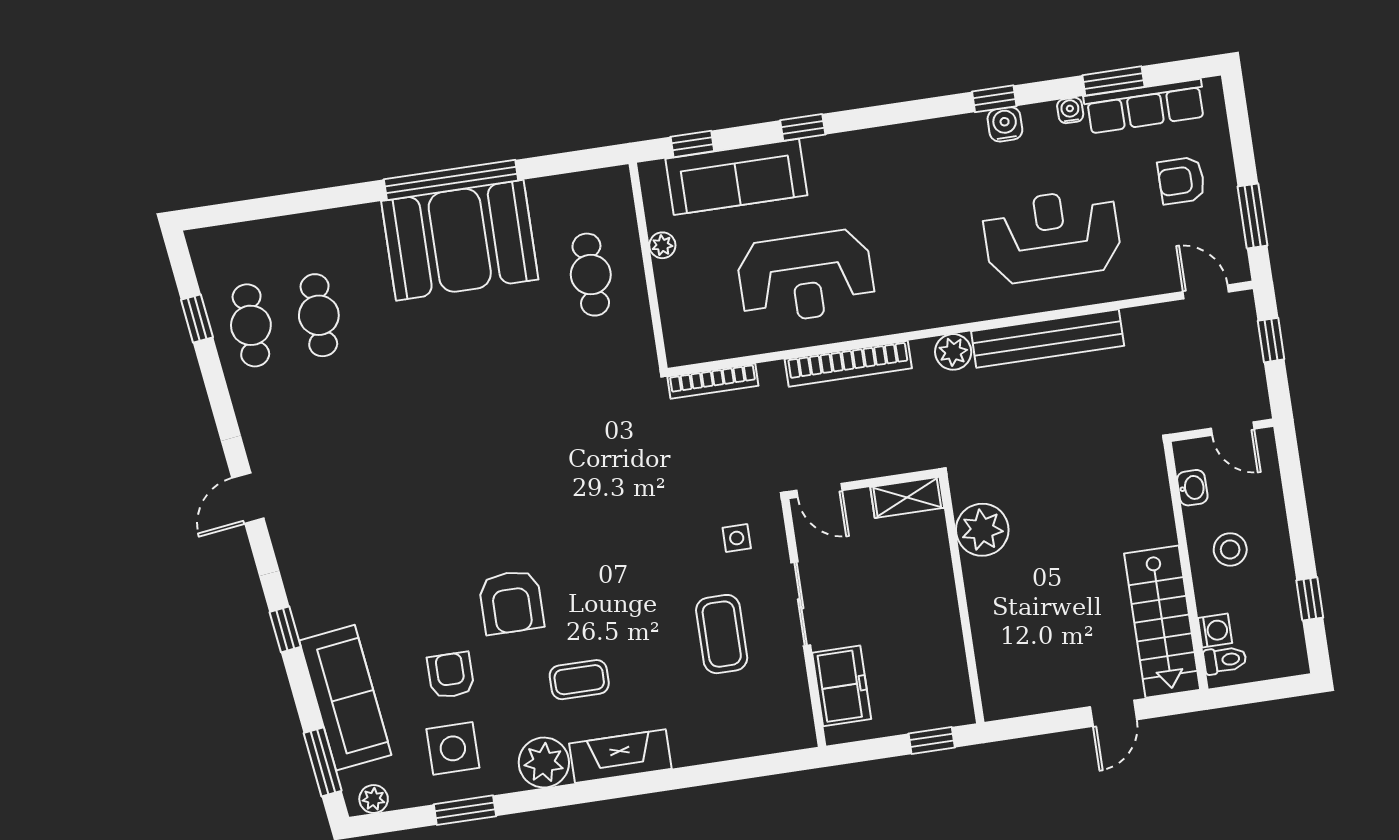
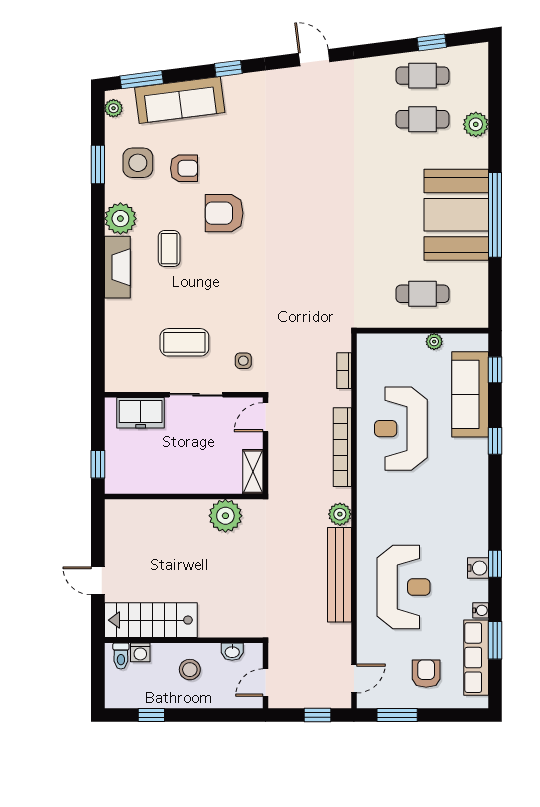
plant: (314, 231) -> (476, 124), added
bookcase: (713, 381) -> (344, 371), width x0.64

